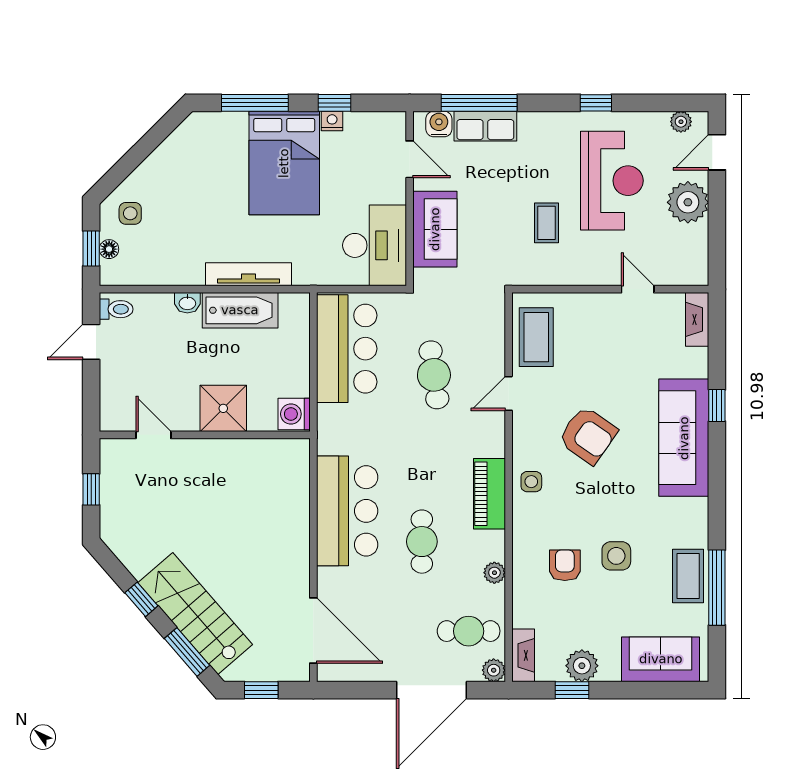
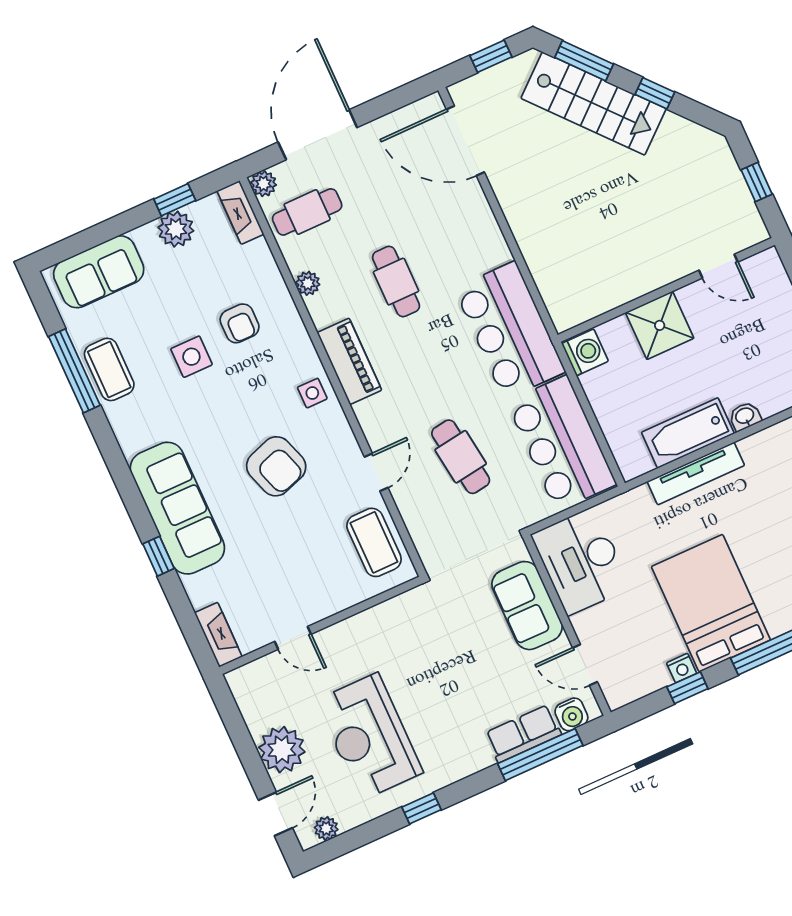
coffee table: (546, 223) -> (416, 663), removed
armchair: (588, 435) -> (276, 466), turned -144
bar counter: (347, 511) -> (510, 330), moved

